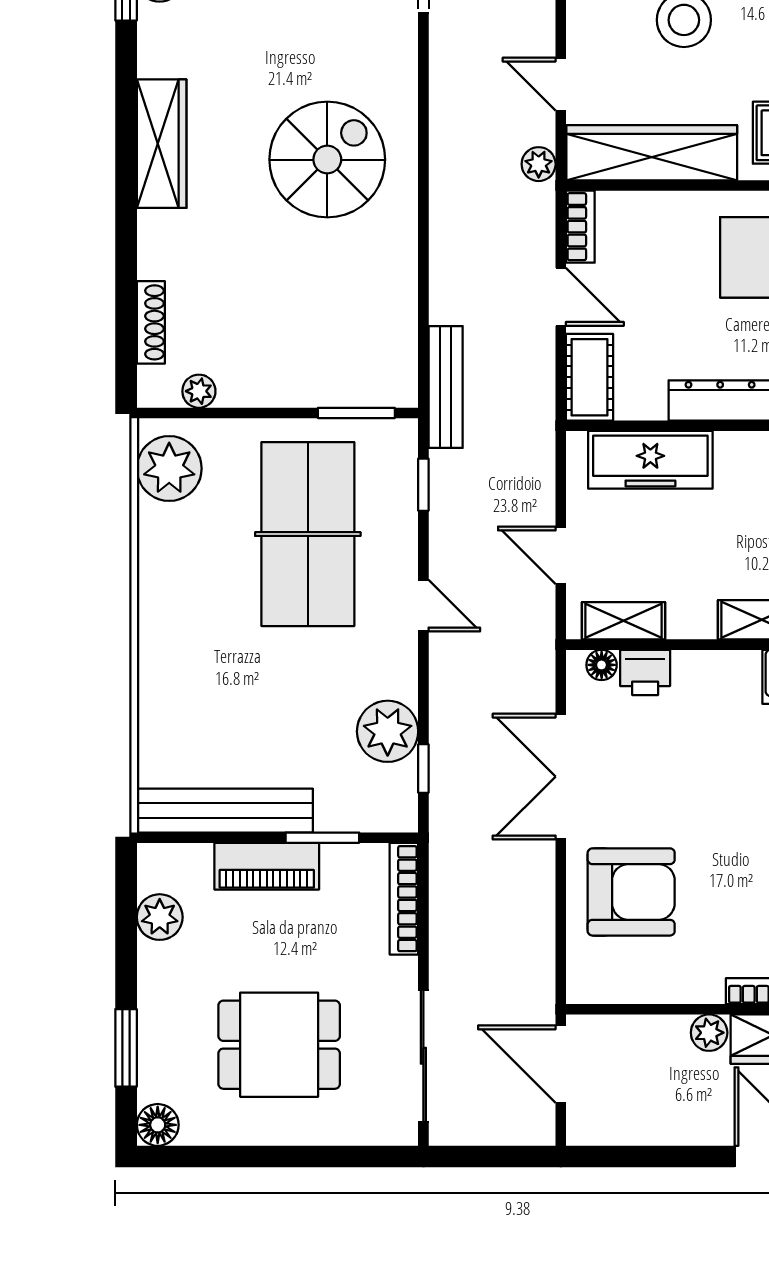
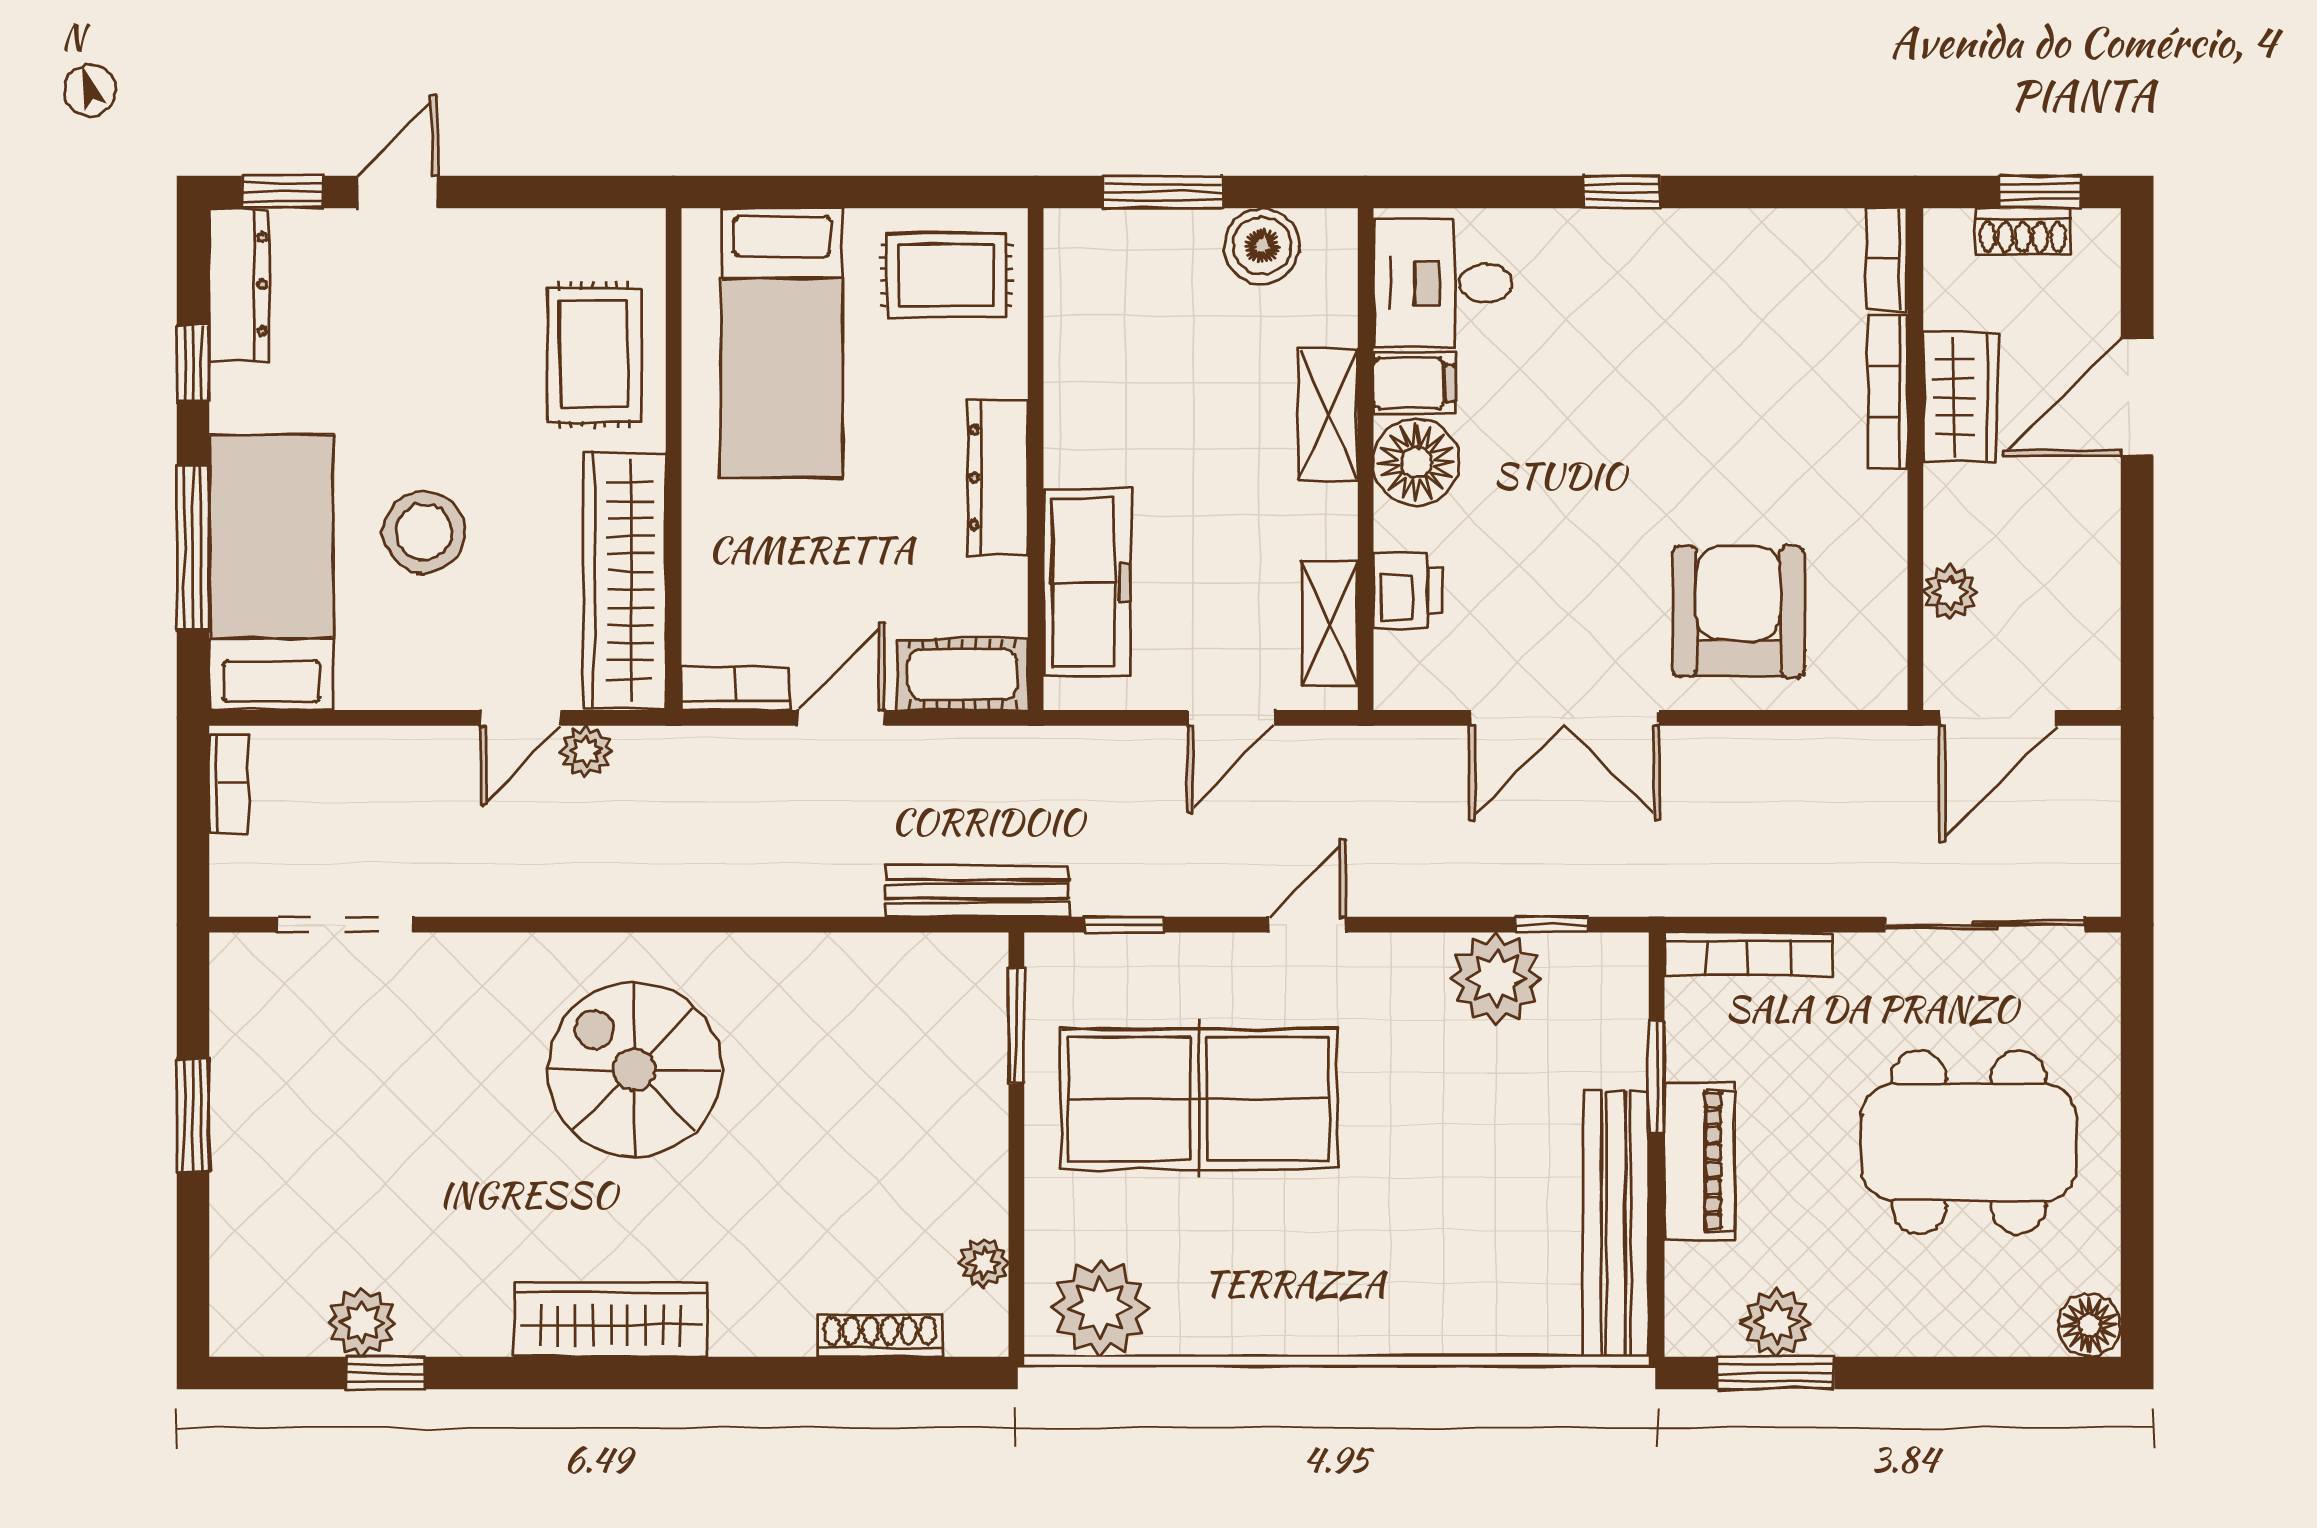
plant: (539, 164) -> (586, 751), moved
floor lamp: (602, 665) -> (1417, 462), moved, width x1.89, depth x1.89
plant: (709, 1033) -> (1951, 592), moved
dining table: (279, 1045) -> (1969, 1142), width x1.38
window: (126, 1048) -> (1776, 1373), moved

